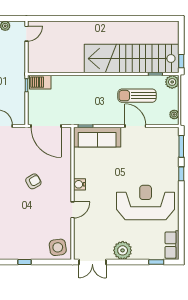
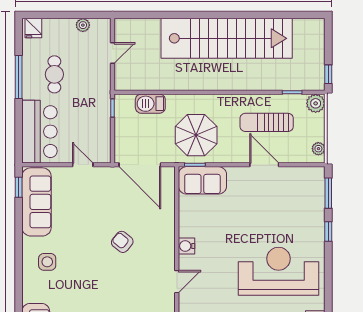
door: (26, 34) -> (113, 53), moved
stairs: (131, 59) -> (227, 38), moved, turned 180
barbecue: (40, 82) -> (150, 104), moved
parasol: (86, 105) -> (196, 135), added
sofa: (97, 137) -> (202, 180), width x0.73
armchair: (33, 181) -> (122, 242), turned -111

